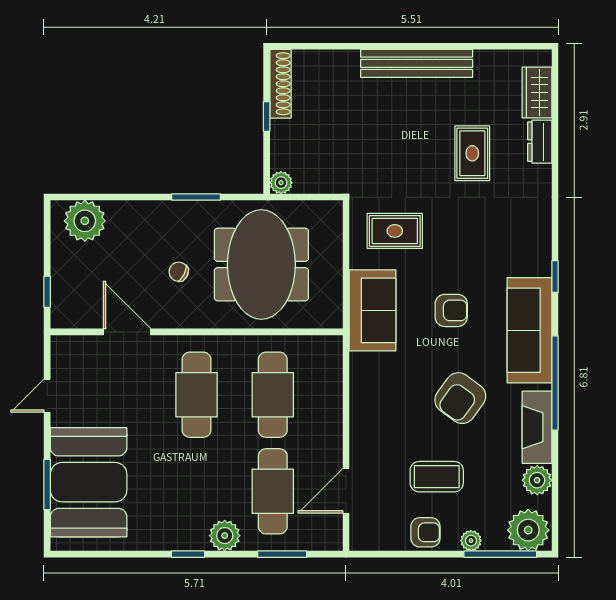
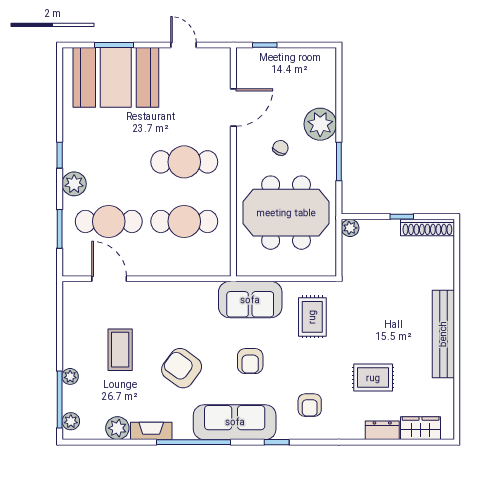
plant: (85, 221) -> (320, 124), moved
fireplace: (537, 427) -> (151, 431), width x0.73, depth x0.76
plant: (528, 530) -> (71, 421), width x0.53, depth x0.53
armchair: (425, 532) -> (310, 405), moved

